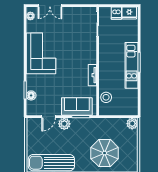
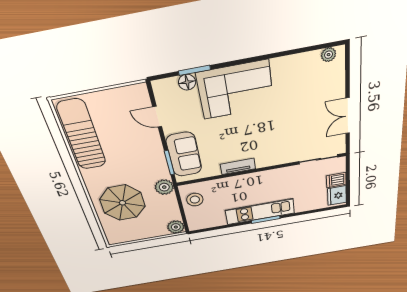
double door: (50, 6) -> (348, 116), moved
corner sofa: (41, 53) -> (235, 90), moved
stool: (106, 97) -> (195, 200), moved
plant: (64, 124) -> (164, 187), moved

